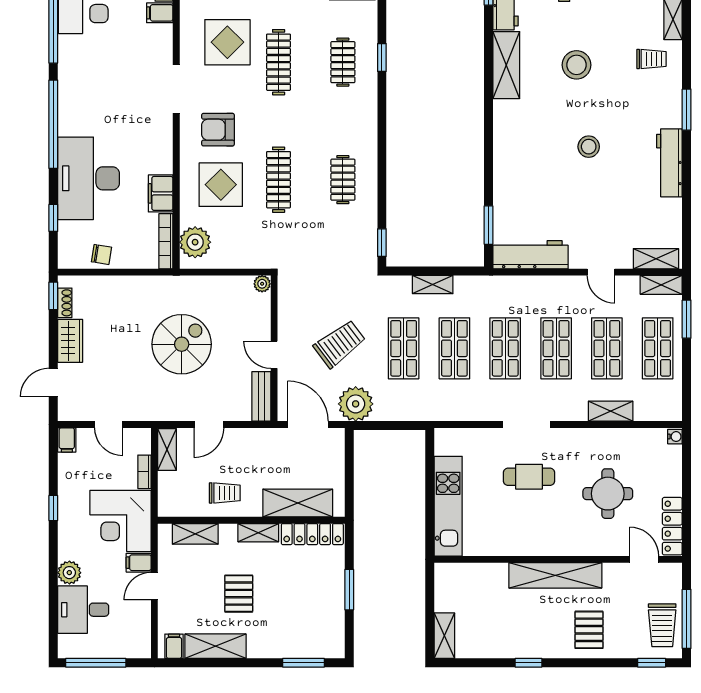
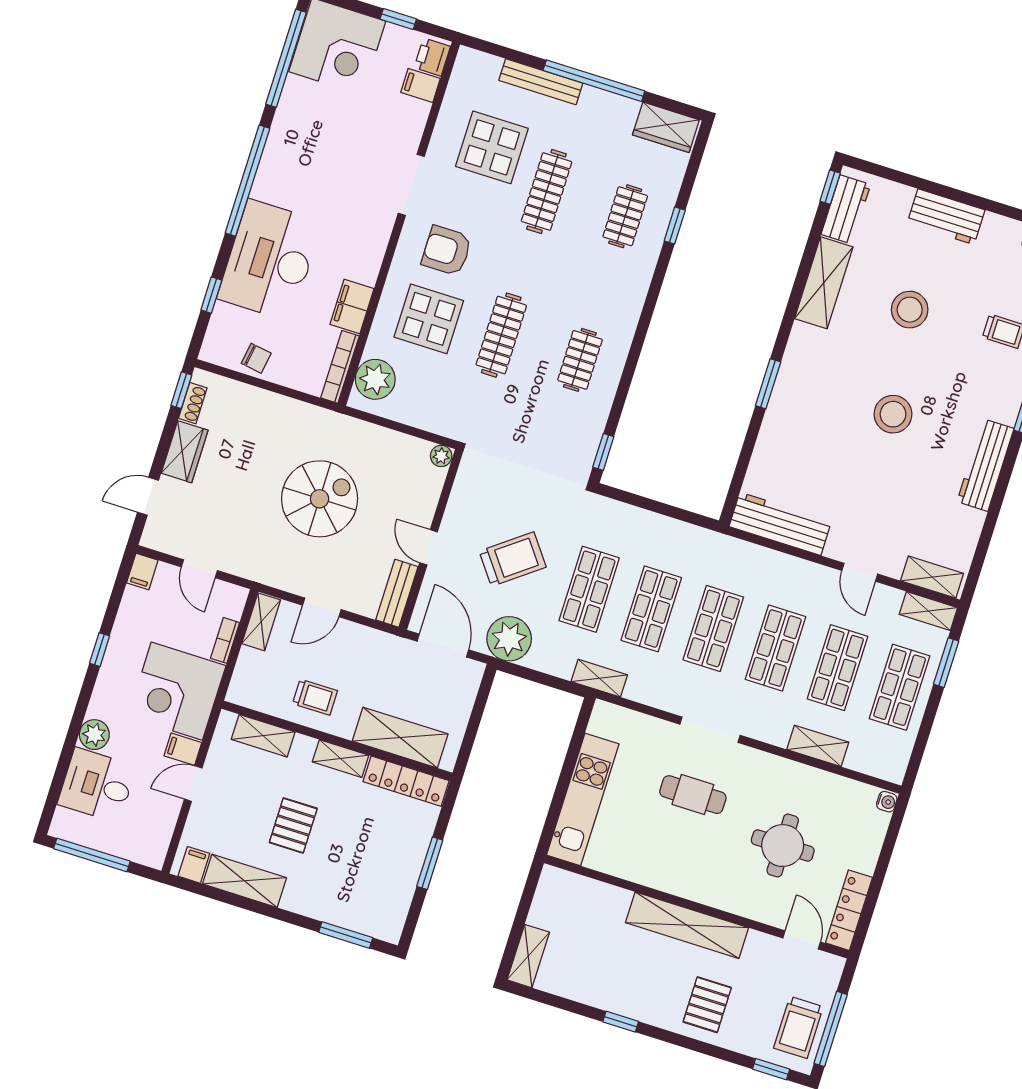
stool: (589, 147) -> (893, 414), width x1.38, depth x1.38
window: (489, 225) -> (768, 384), moved
shelving: (433, 285) -> (599, 678), moved

